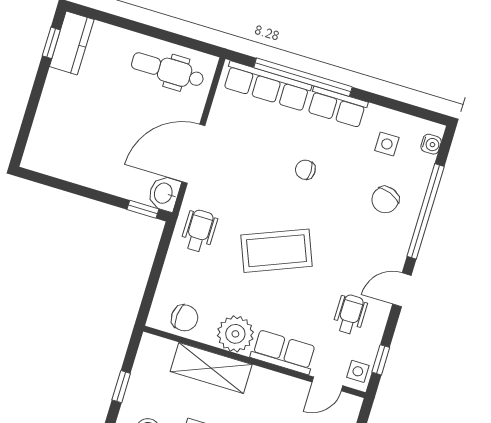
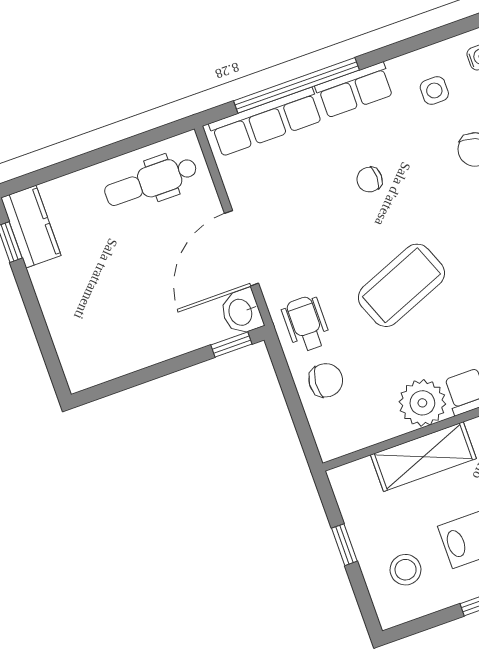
chair: (185, 318) -> (326, 380), moved

